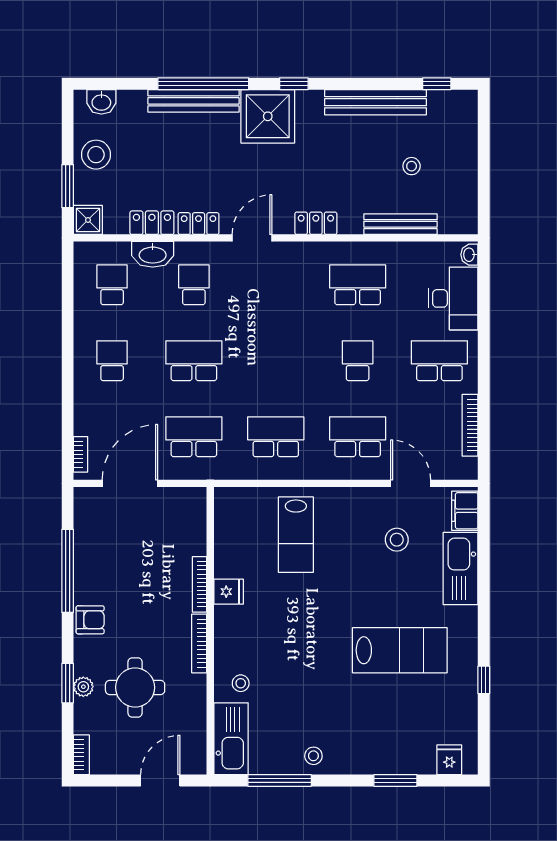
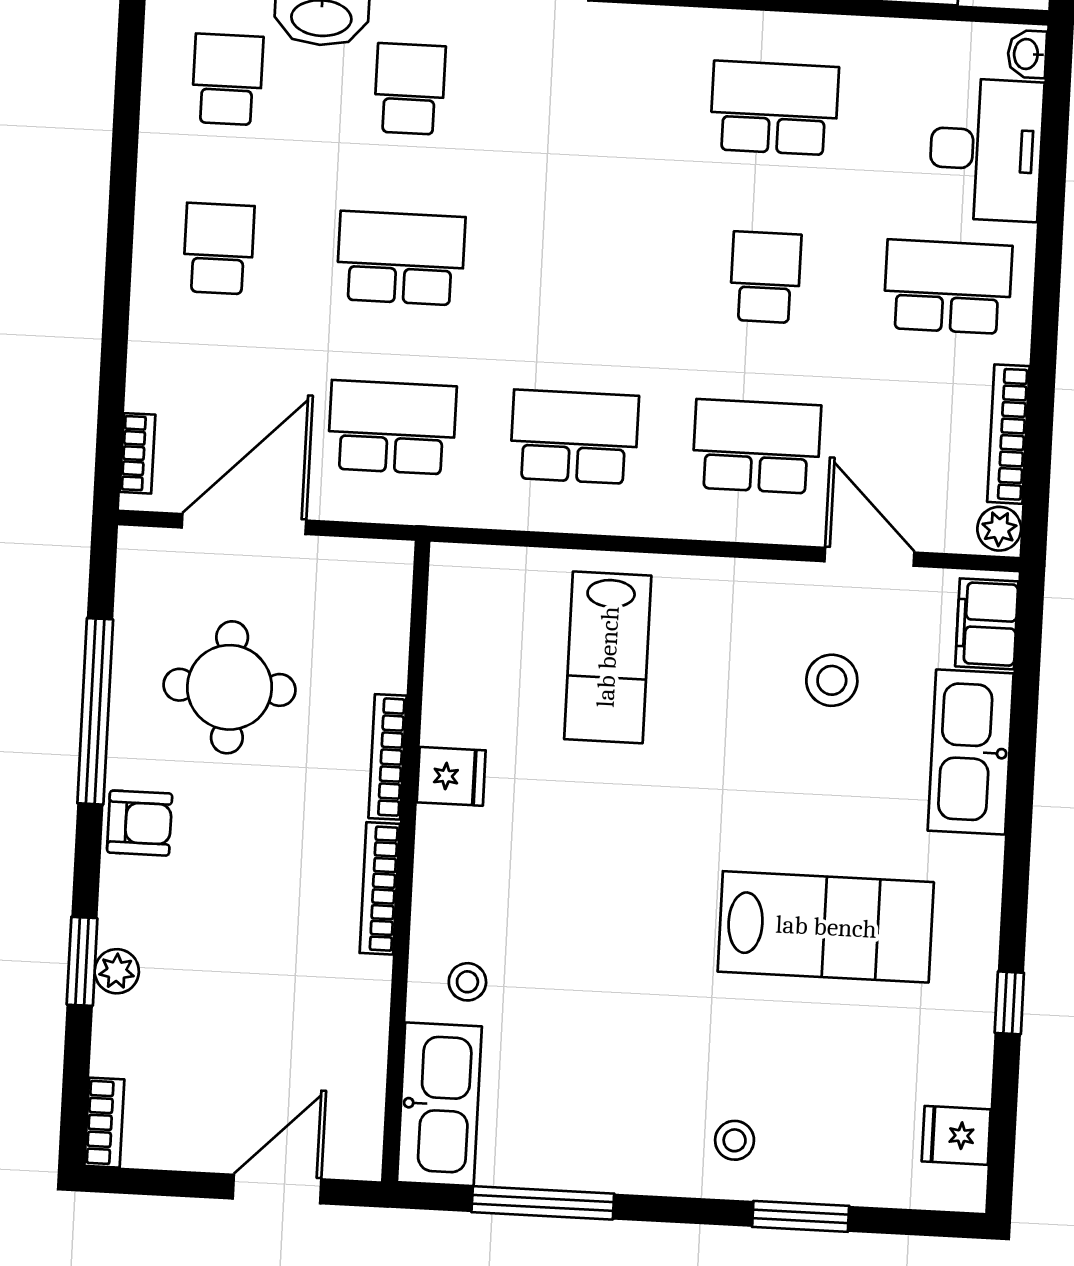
plant: (468, 468) -> (999, 529), added
round table: (135, 687) -> (230, 687), moved
stool: (313, 756) -> (735, 1140), moved
fridge: (449, 760) -> (956, 1135), moved, turned -90

